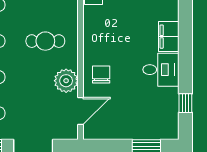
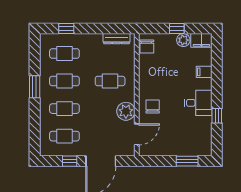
filing cabinet: (169, 37) -> (204, 72), width x0.50
window: (185, 103) -> (217, 116), moved

